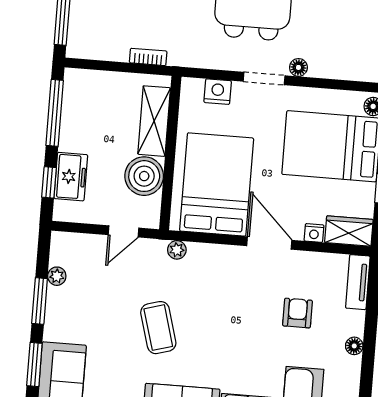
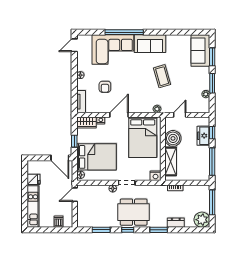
nightstand: (218, 92) -> (156, 176), moved
door: (269, 243) -> (119, 115), swing flipped

